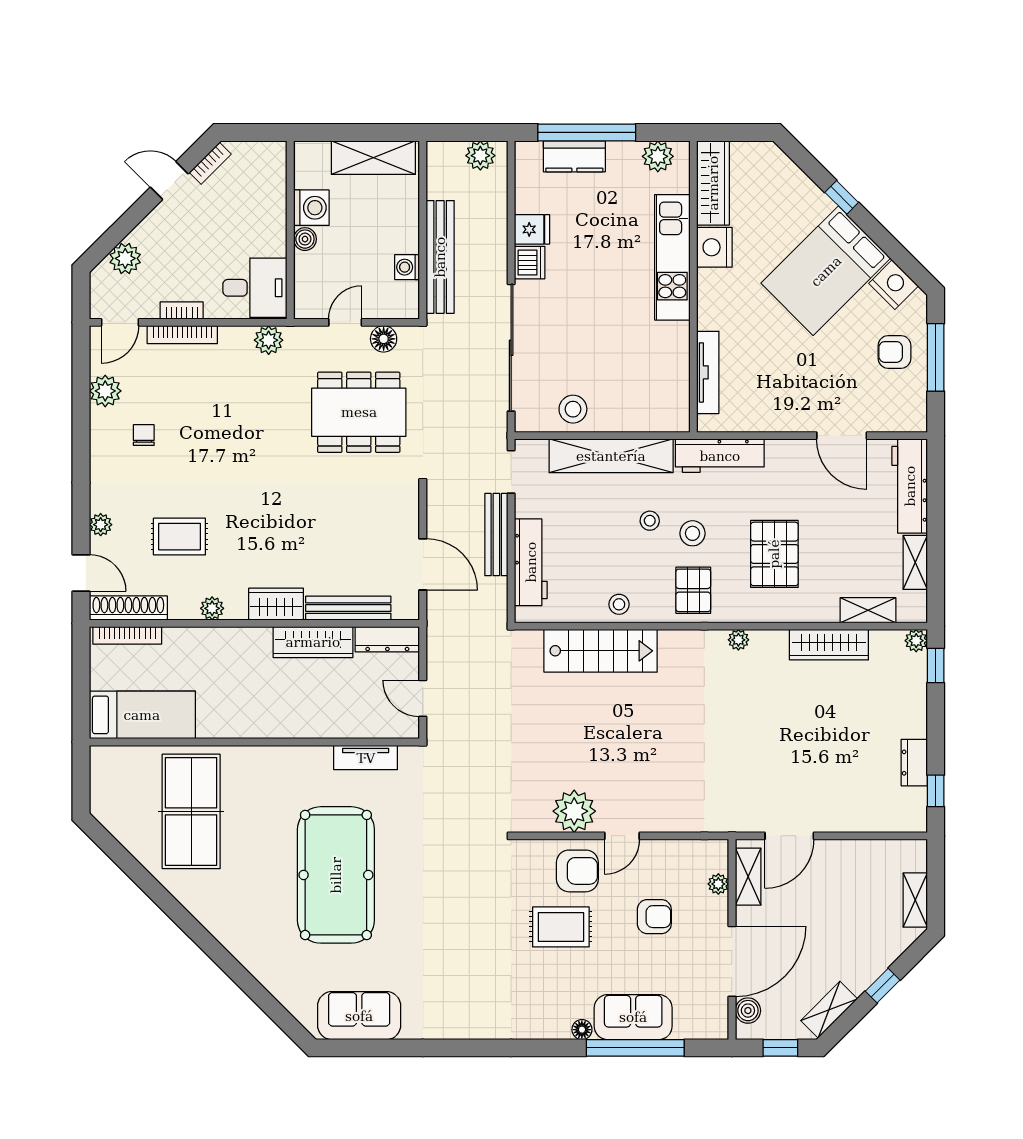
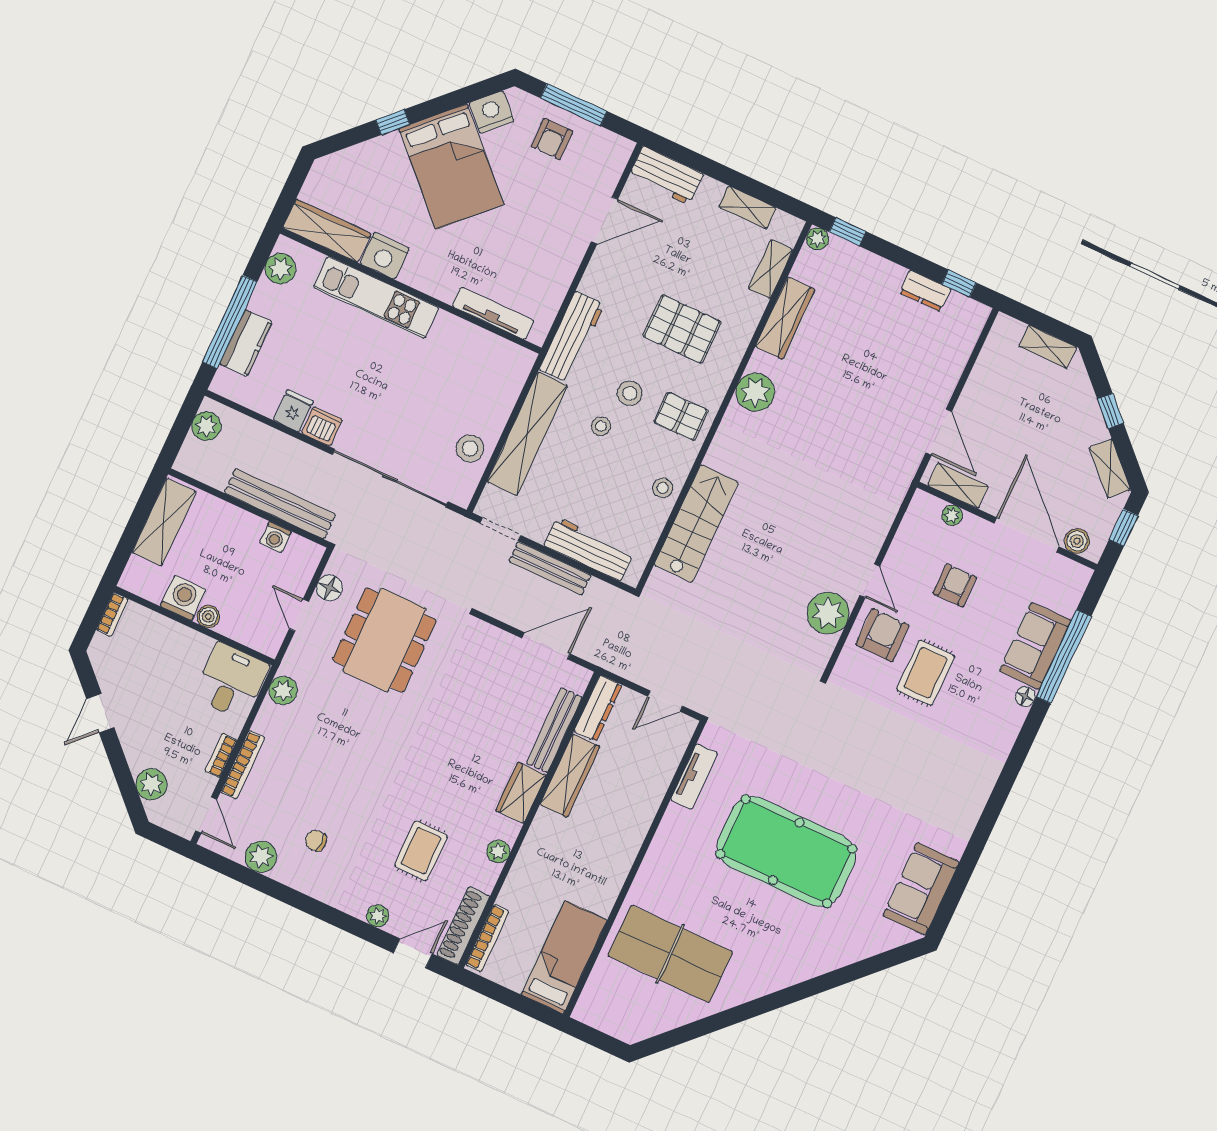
bookcase: (210, 163) -> (112, 614), moved, turned 45
workbench: (910, 486) -> (666, 175), width x0.73
plant: (738, 640) -> (755, 392), width x1.88, depth x1.88

